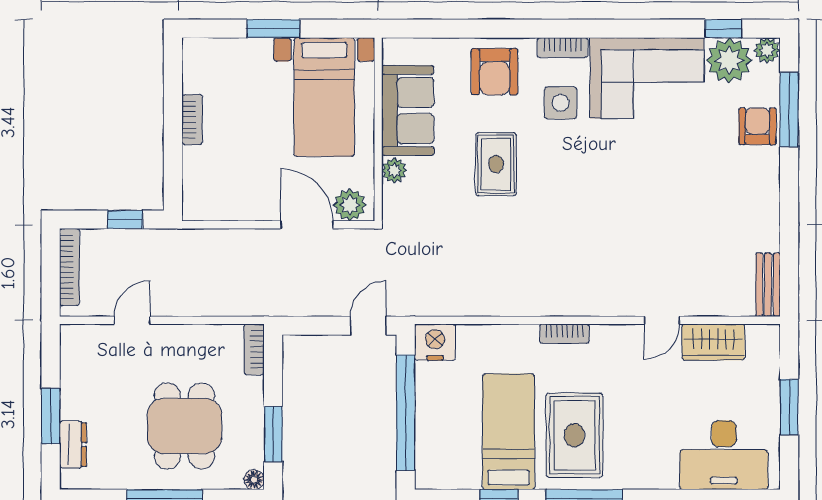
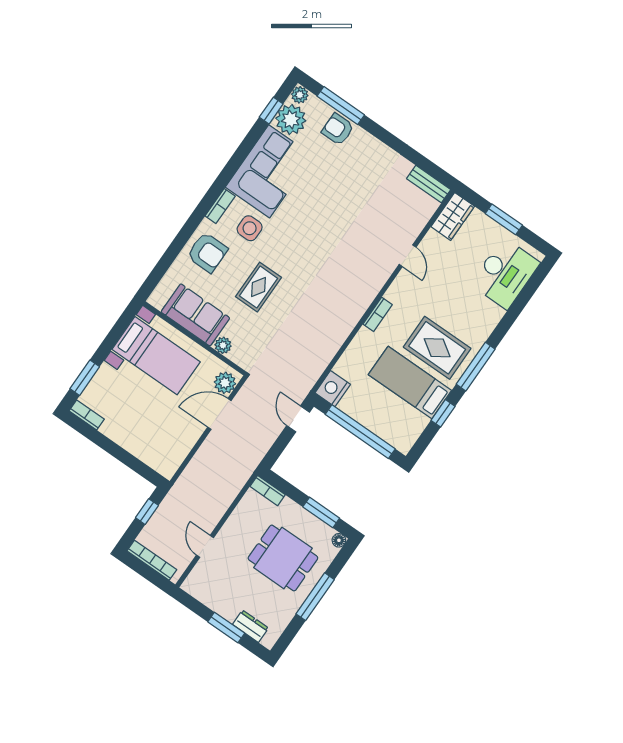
window: (273, 29) -> (85, 378), moved
bookcase: (192, 120) -> (87, 415), moved
rug: (496, 164) -> (258, 287), turned 90
wardrobe: (713, 342) -> (453, 216), moved

